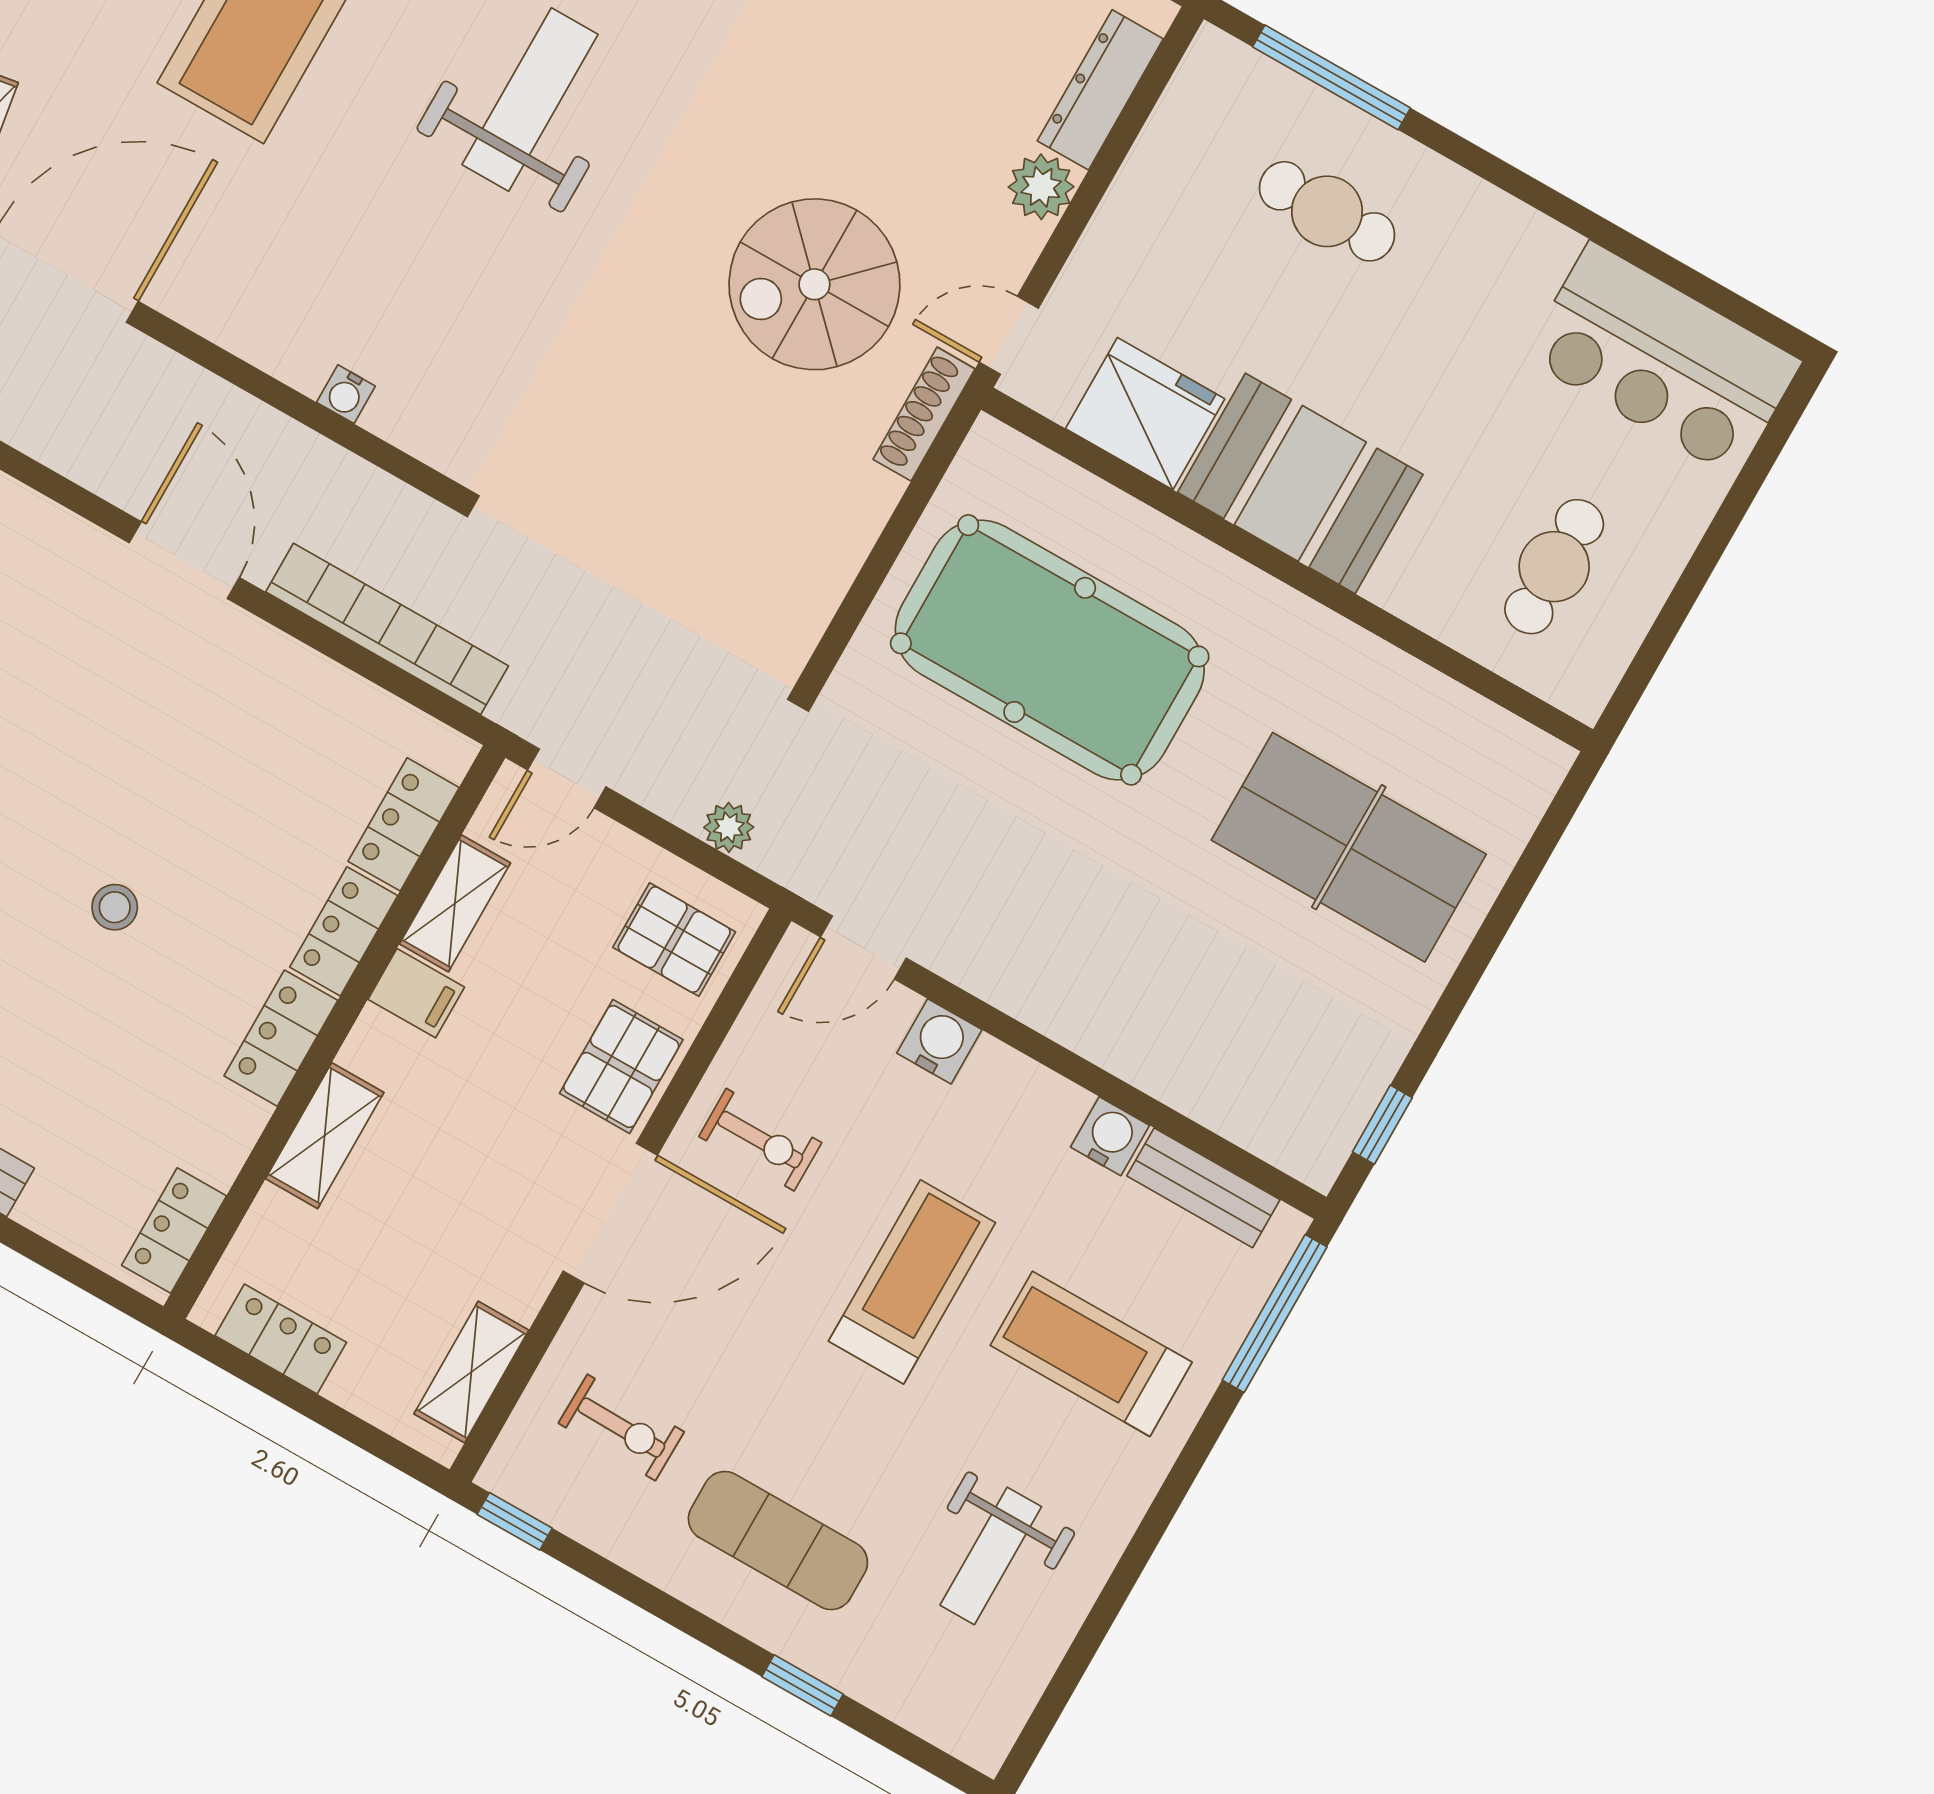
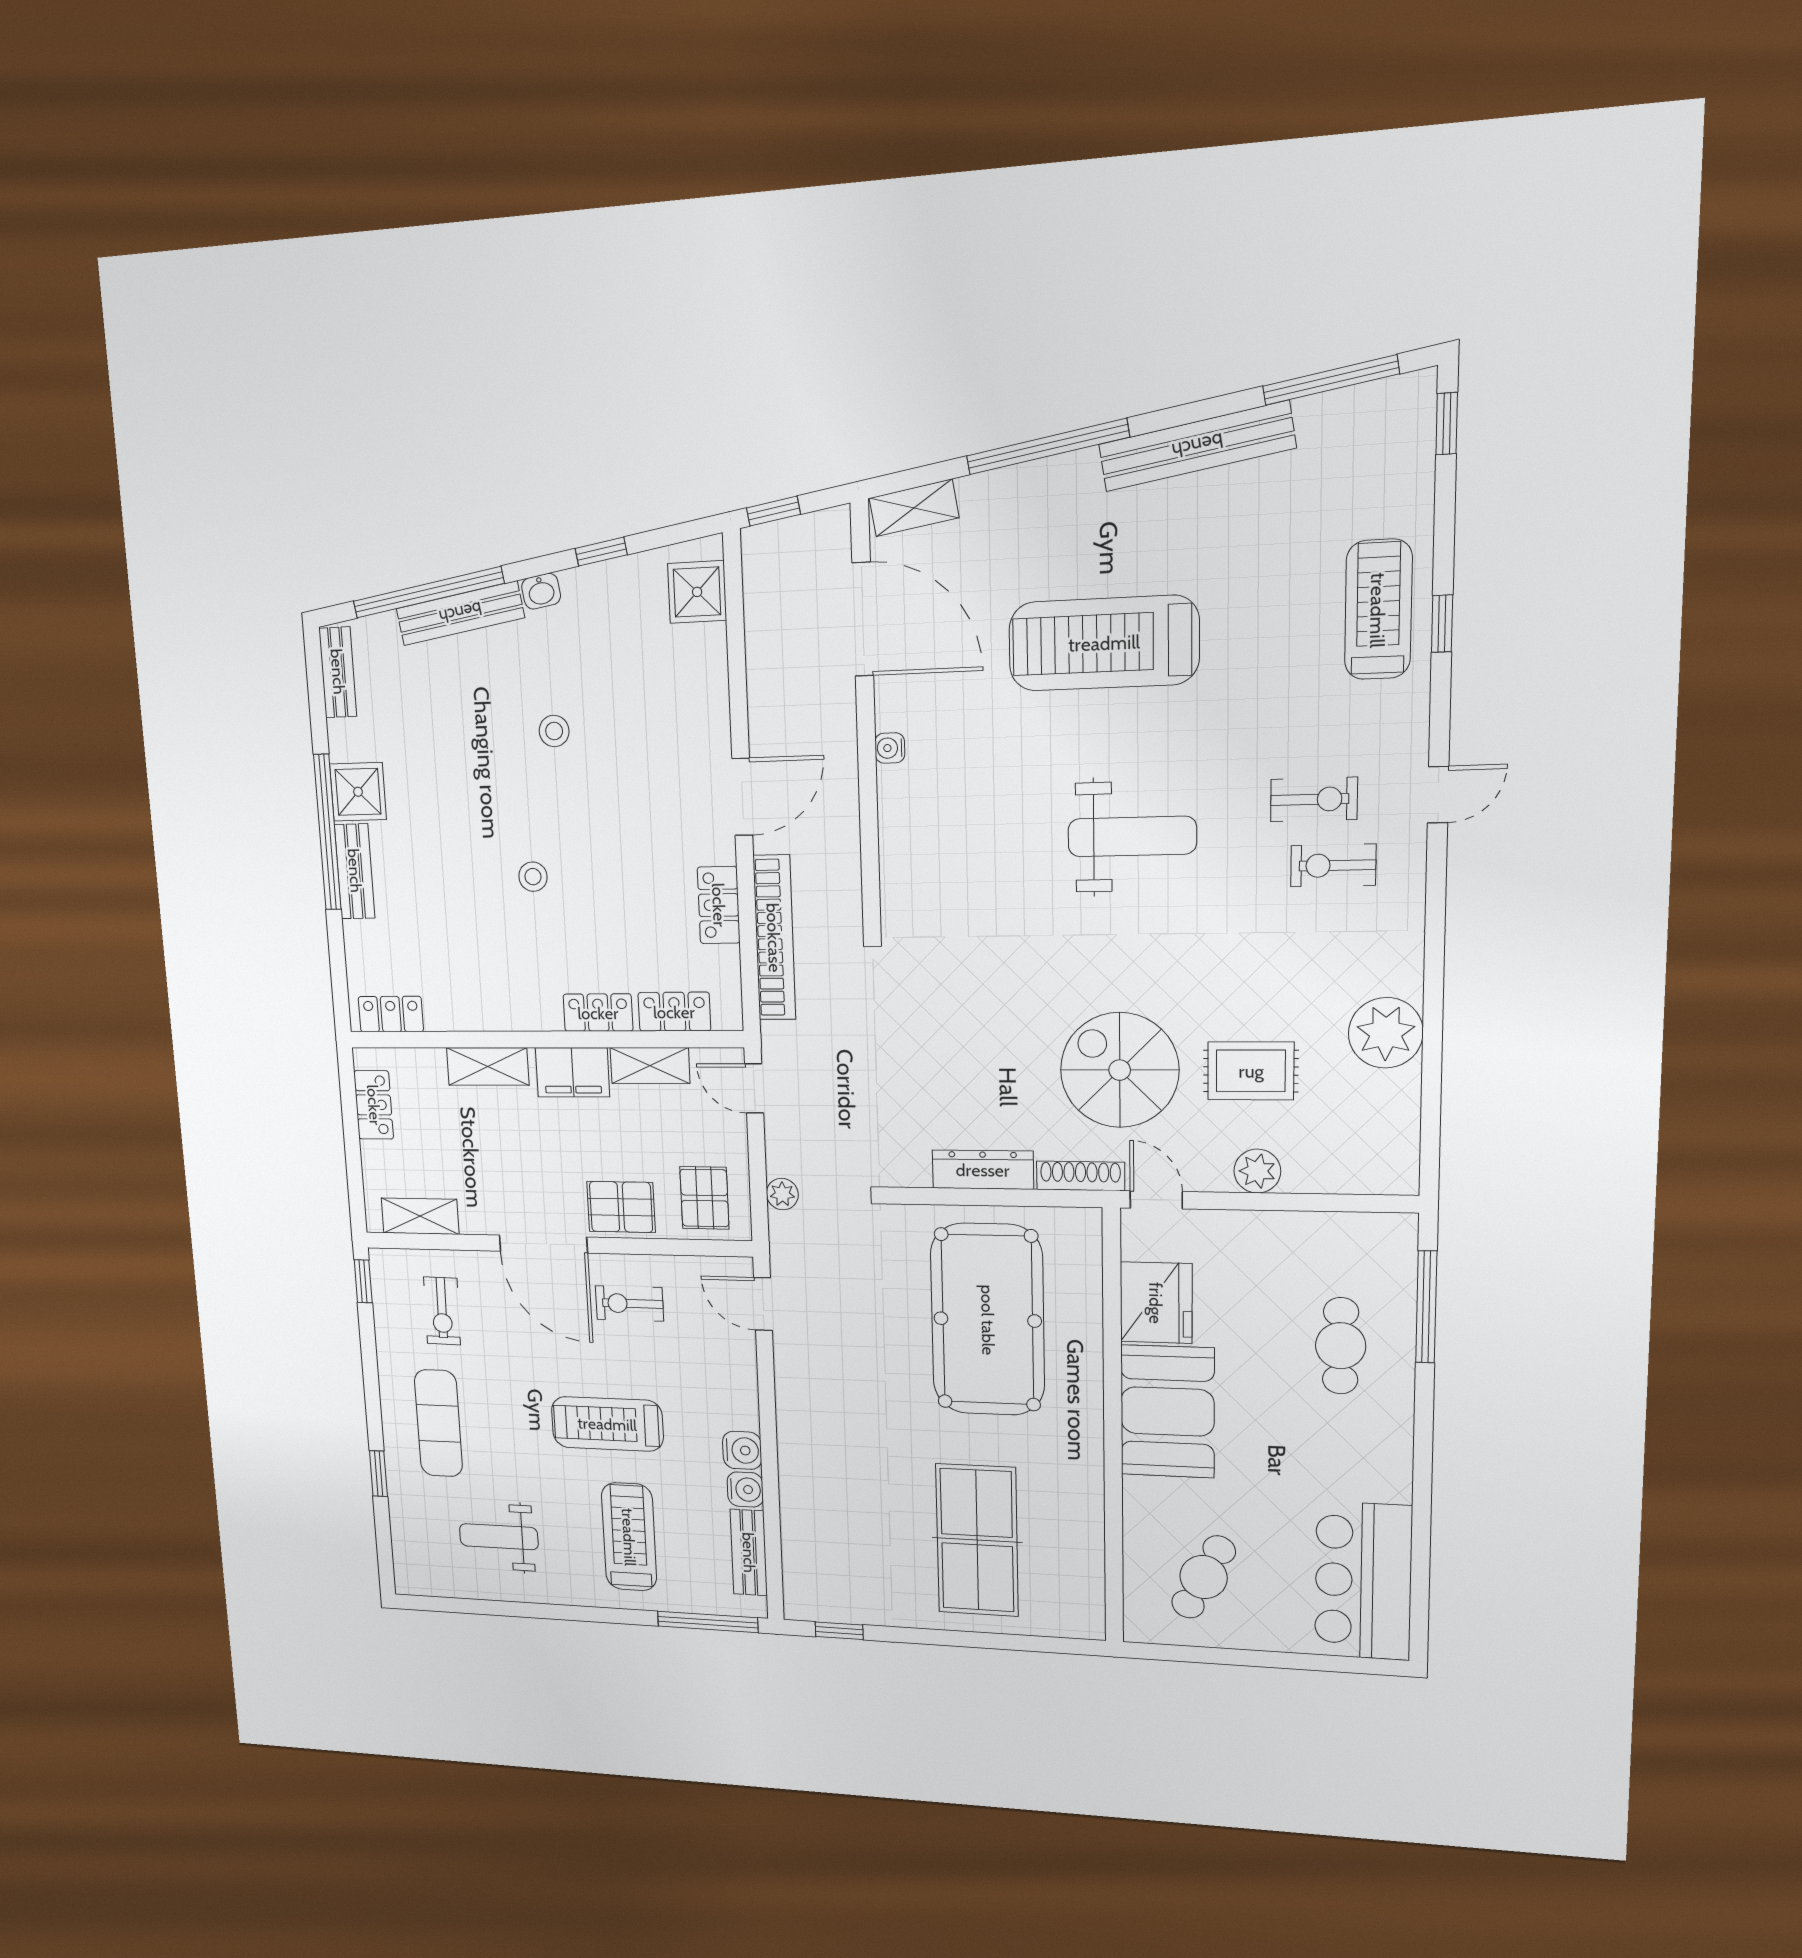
dresser: (1100, 90) -> (983, 1170), moved
rug: (908, 123) -> (1251, 1071), added
water cooler: (346, 394) -> (890, 748), moved
cafe table: (1554, 567) -> (1204, 1577), turned -63
filing cabinet: (416, 993) -> (572, 1072), width x2.00
locker: (281, 1038) -> (719, 905), moved, turned -90
water cooler: (939, 1041) -> (742, 1450), moved
exercise bike: (760, 1140) -> (629, 1303), turned 90
treadmill: (912, 1282) -> (607, 1424), turned 180

